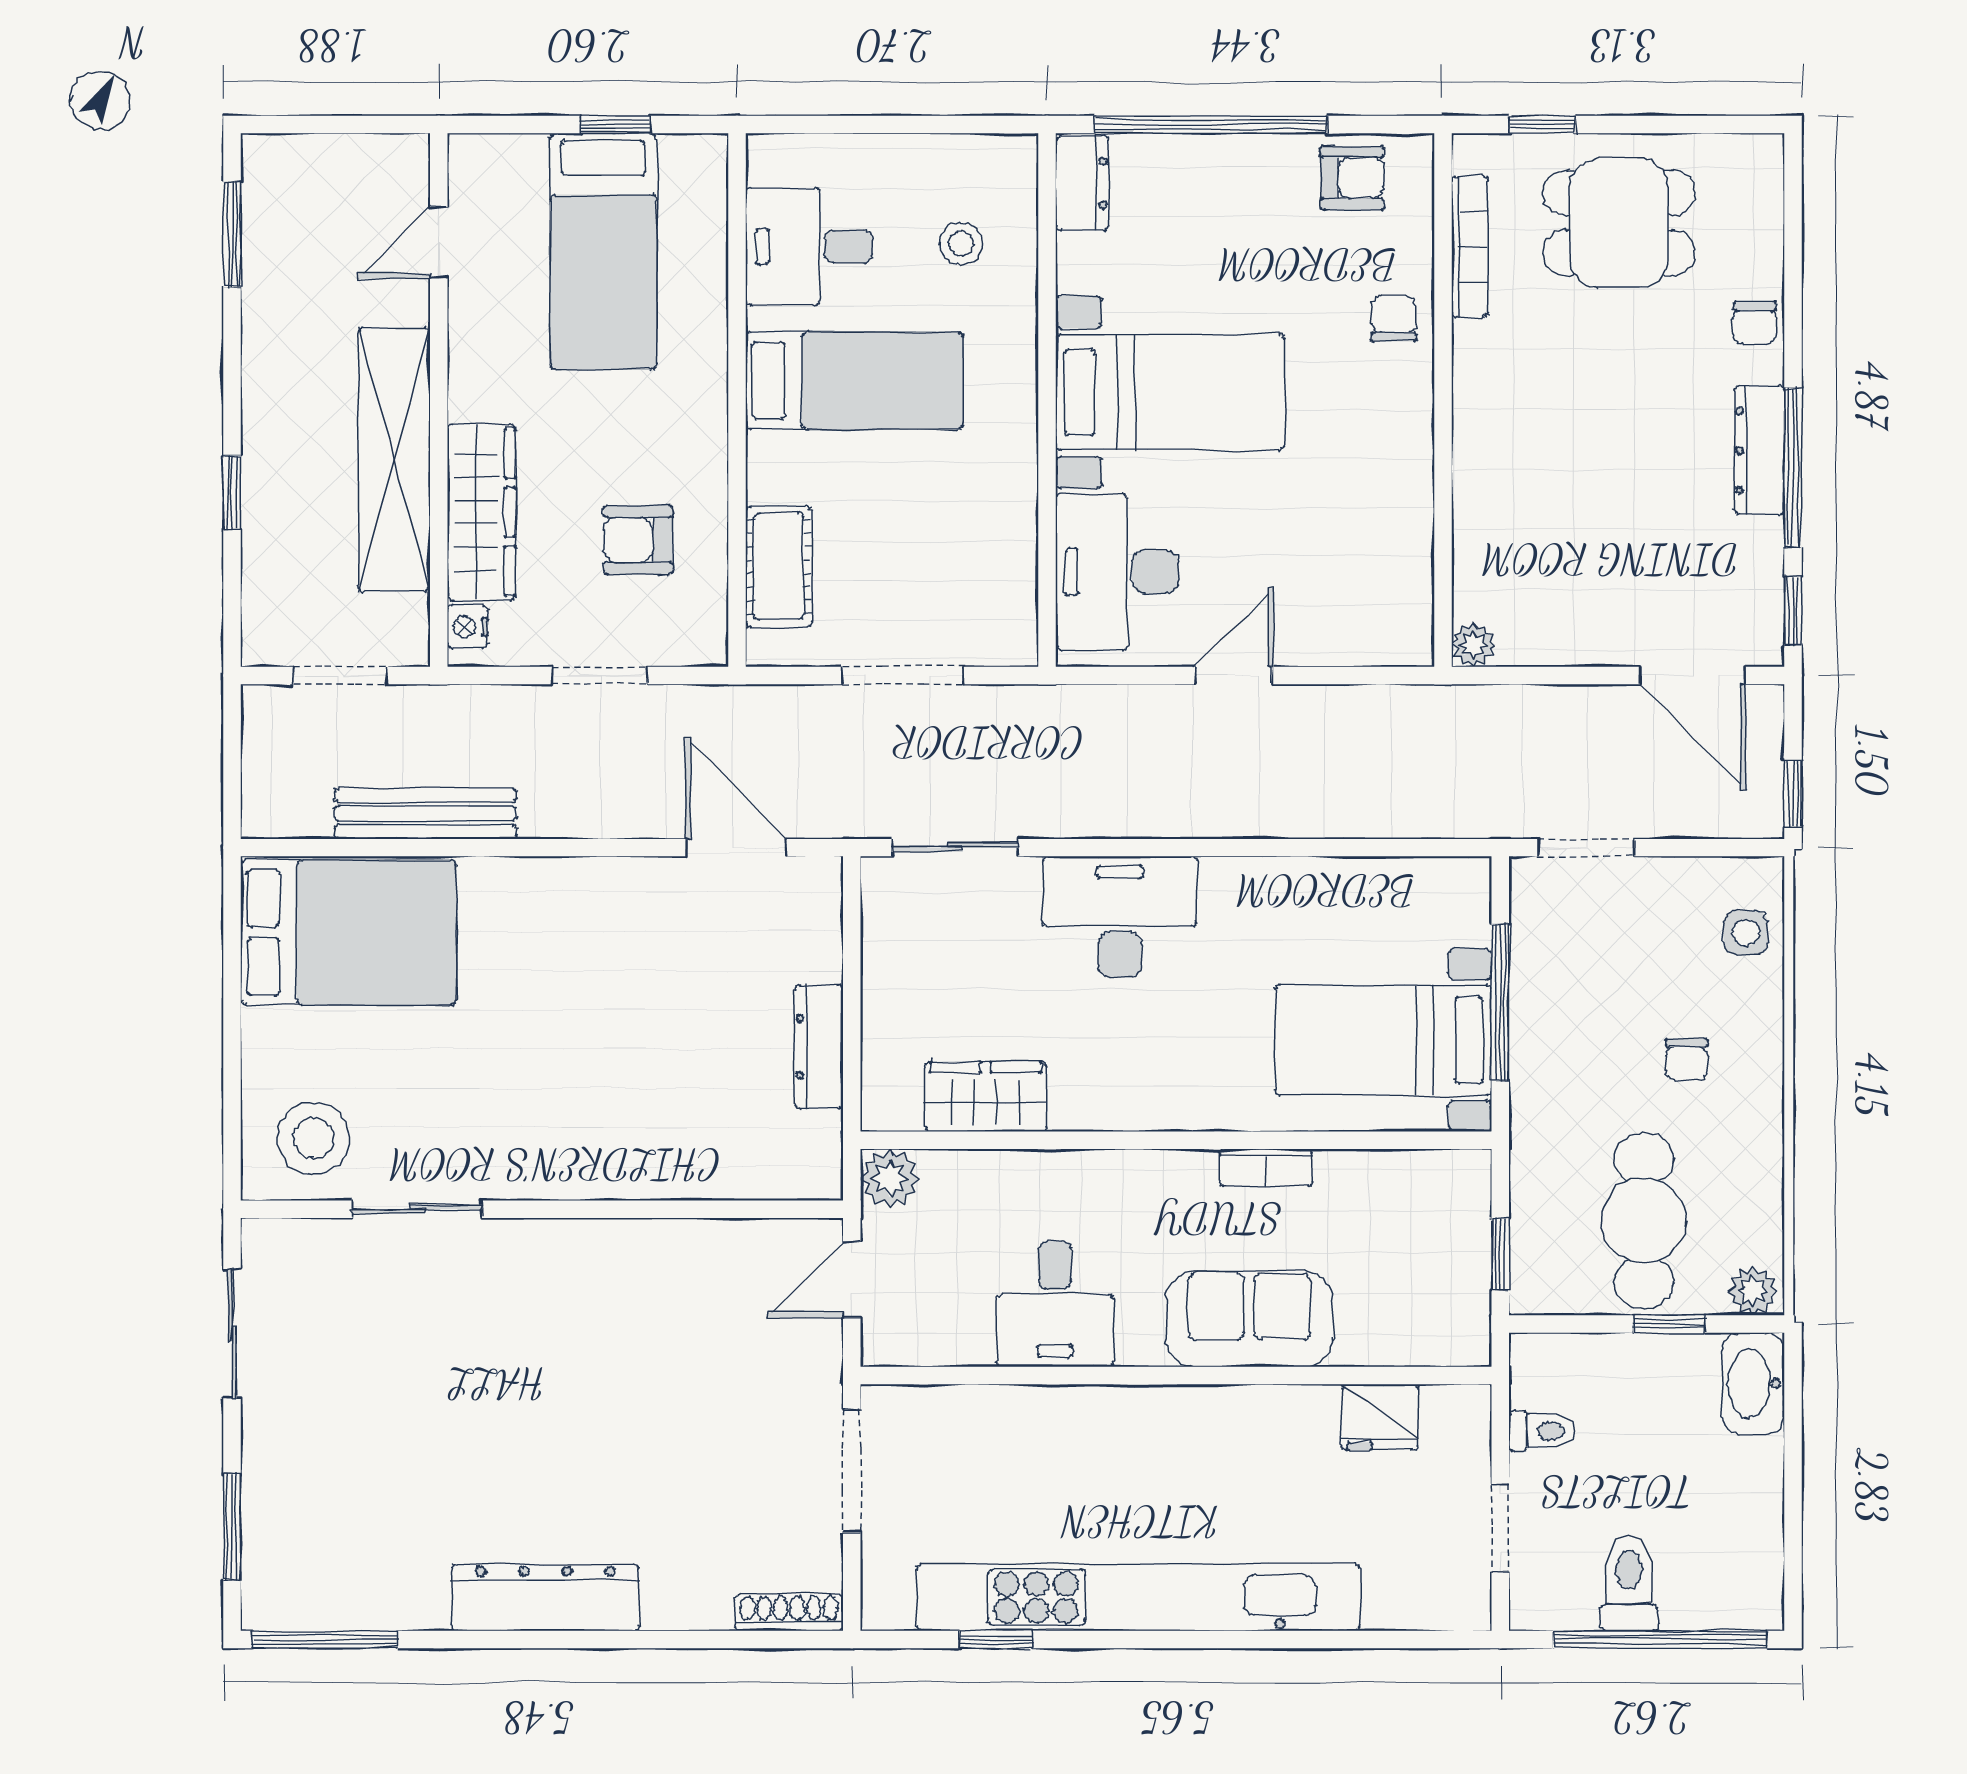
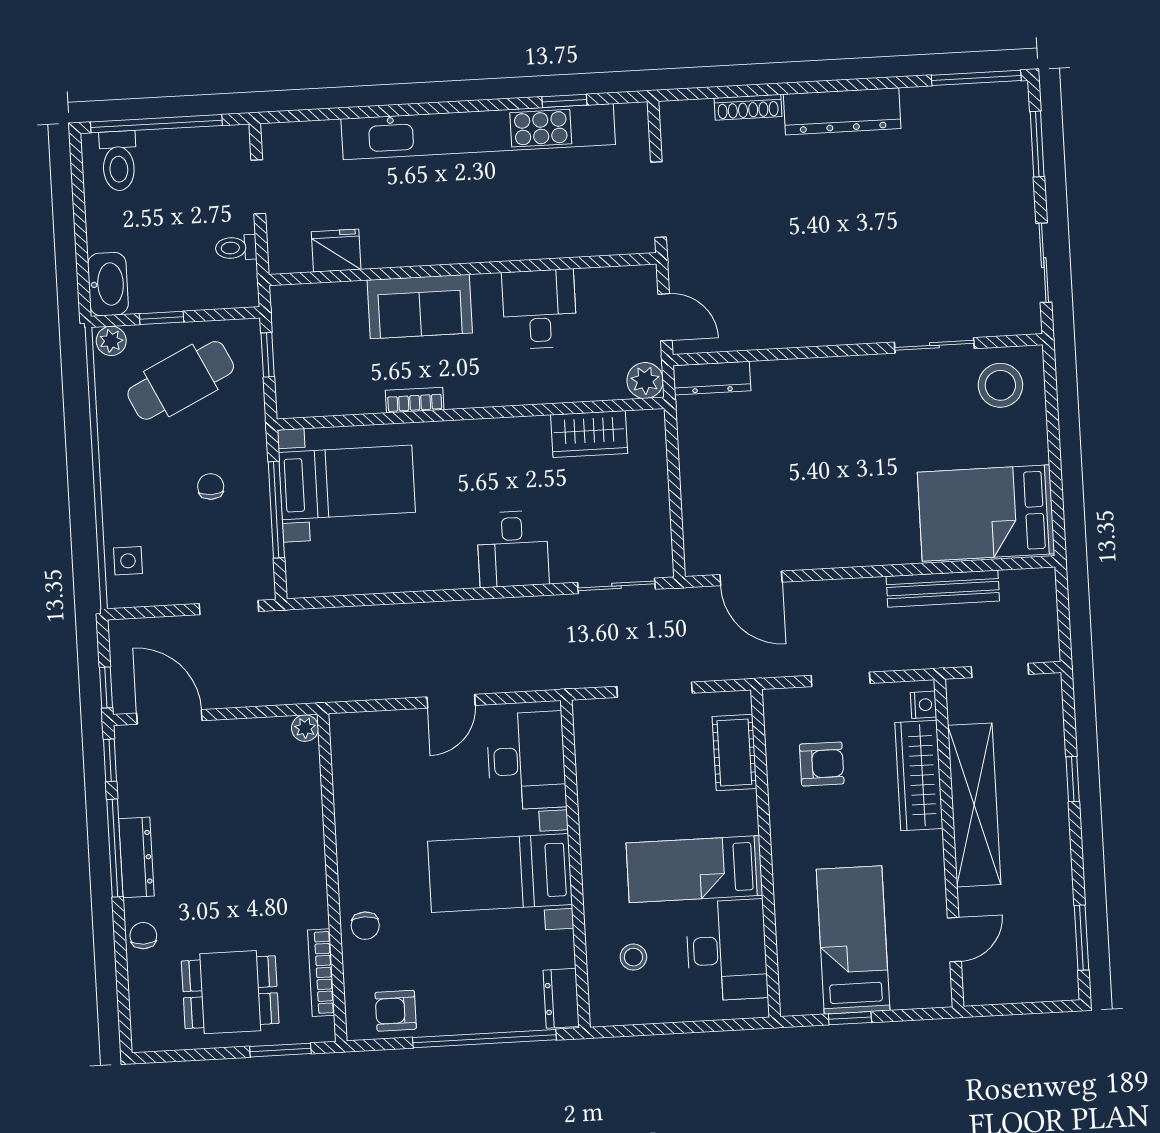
window: (1543, 125) -> (280, 1050), width x1.50
desk: (809, 246) -> (727, 950), width x1.37
window: (1793, 793) -> (106, 687), moved
desk: (1120, 917) -> (513, 549), width x0.73
dresser: (819, 1047) -> (712, 378), moved, turned 90
chair: (1687, 1059) -> (211, 486), moved
cafe table: (1644, 1221) -> (181, 380), turned 64
door: (852, 1279) -> (665, 317), hinge flipped
toilet: (1629, 1583) -> (118, 161), moved
shoe rack: (789, 1613) -> (748, 107), moved

